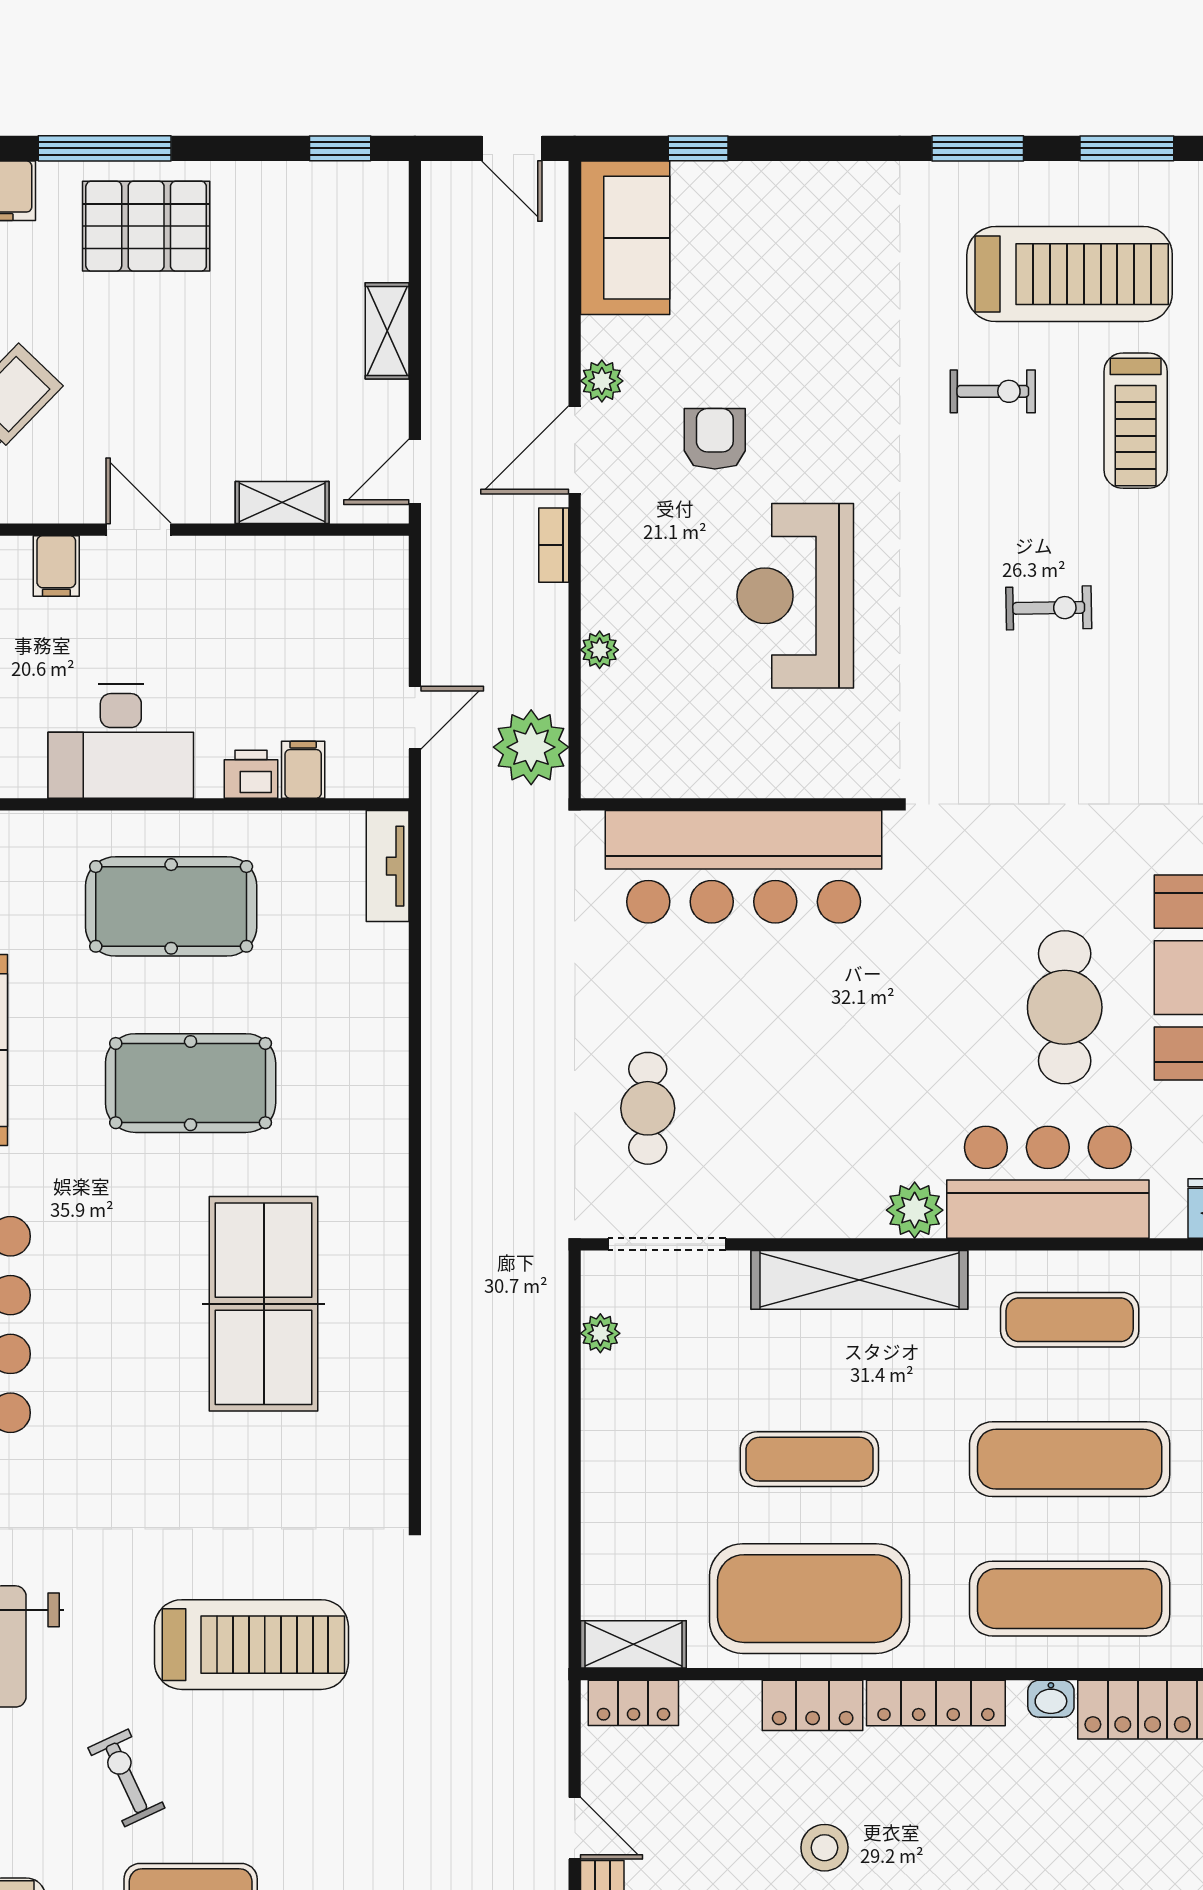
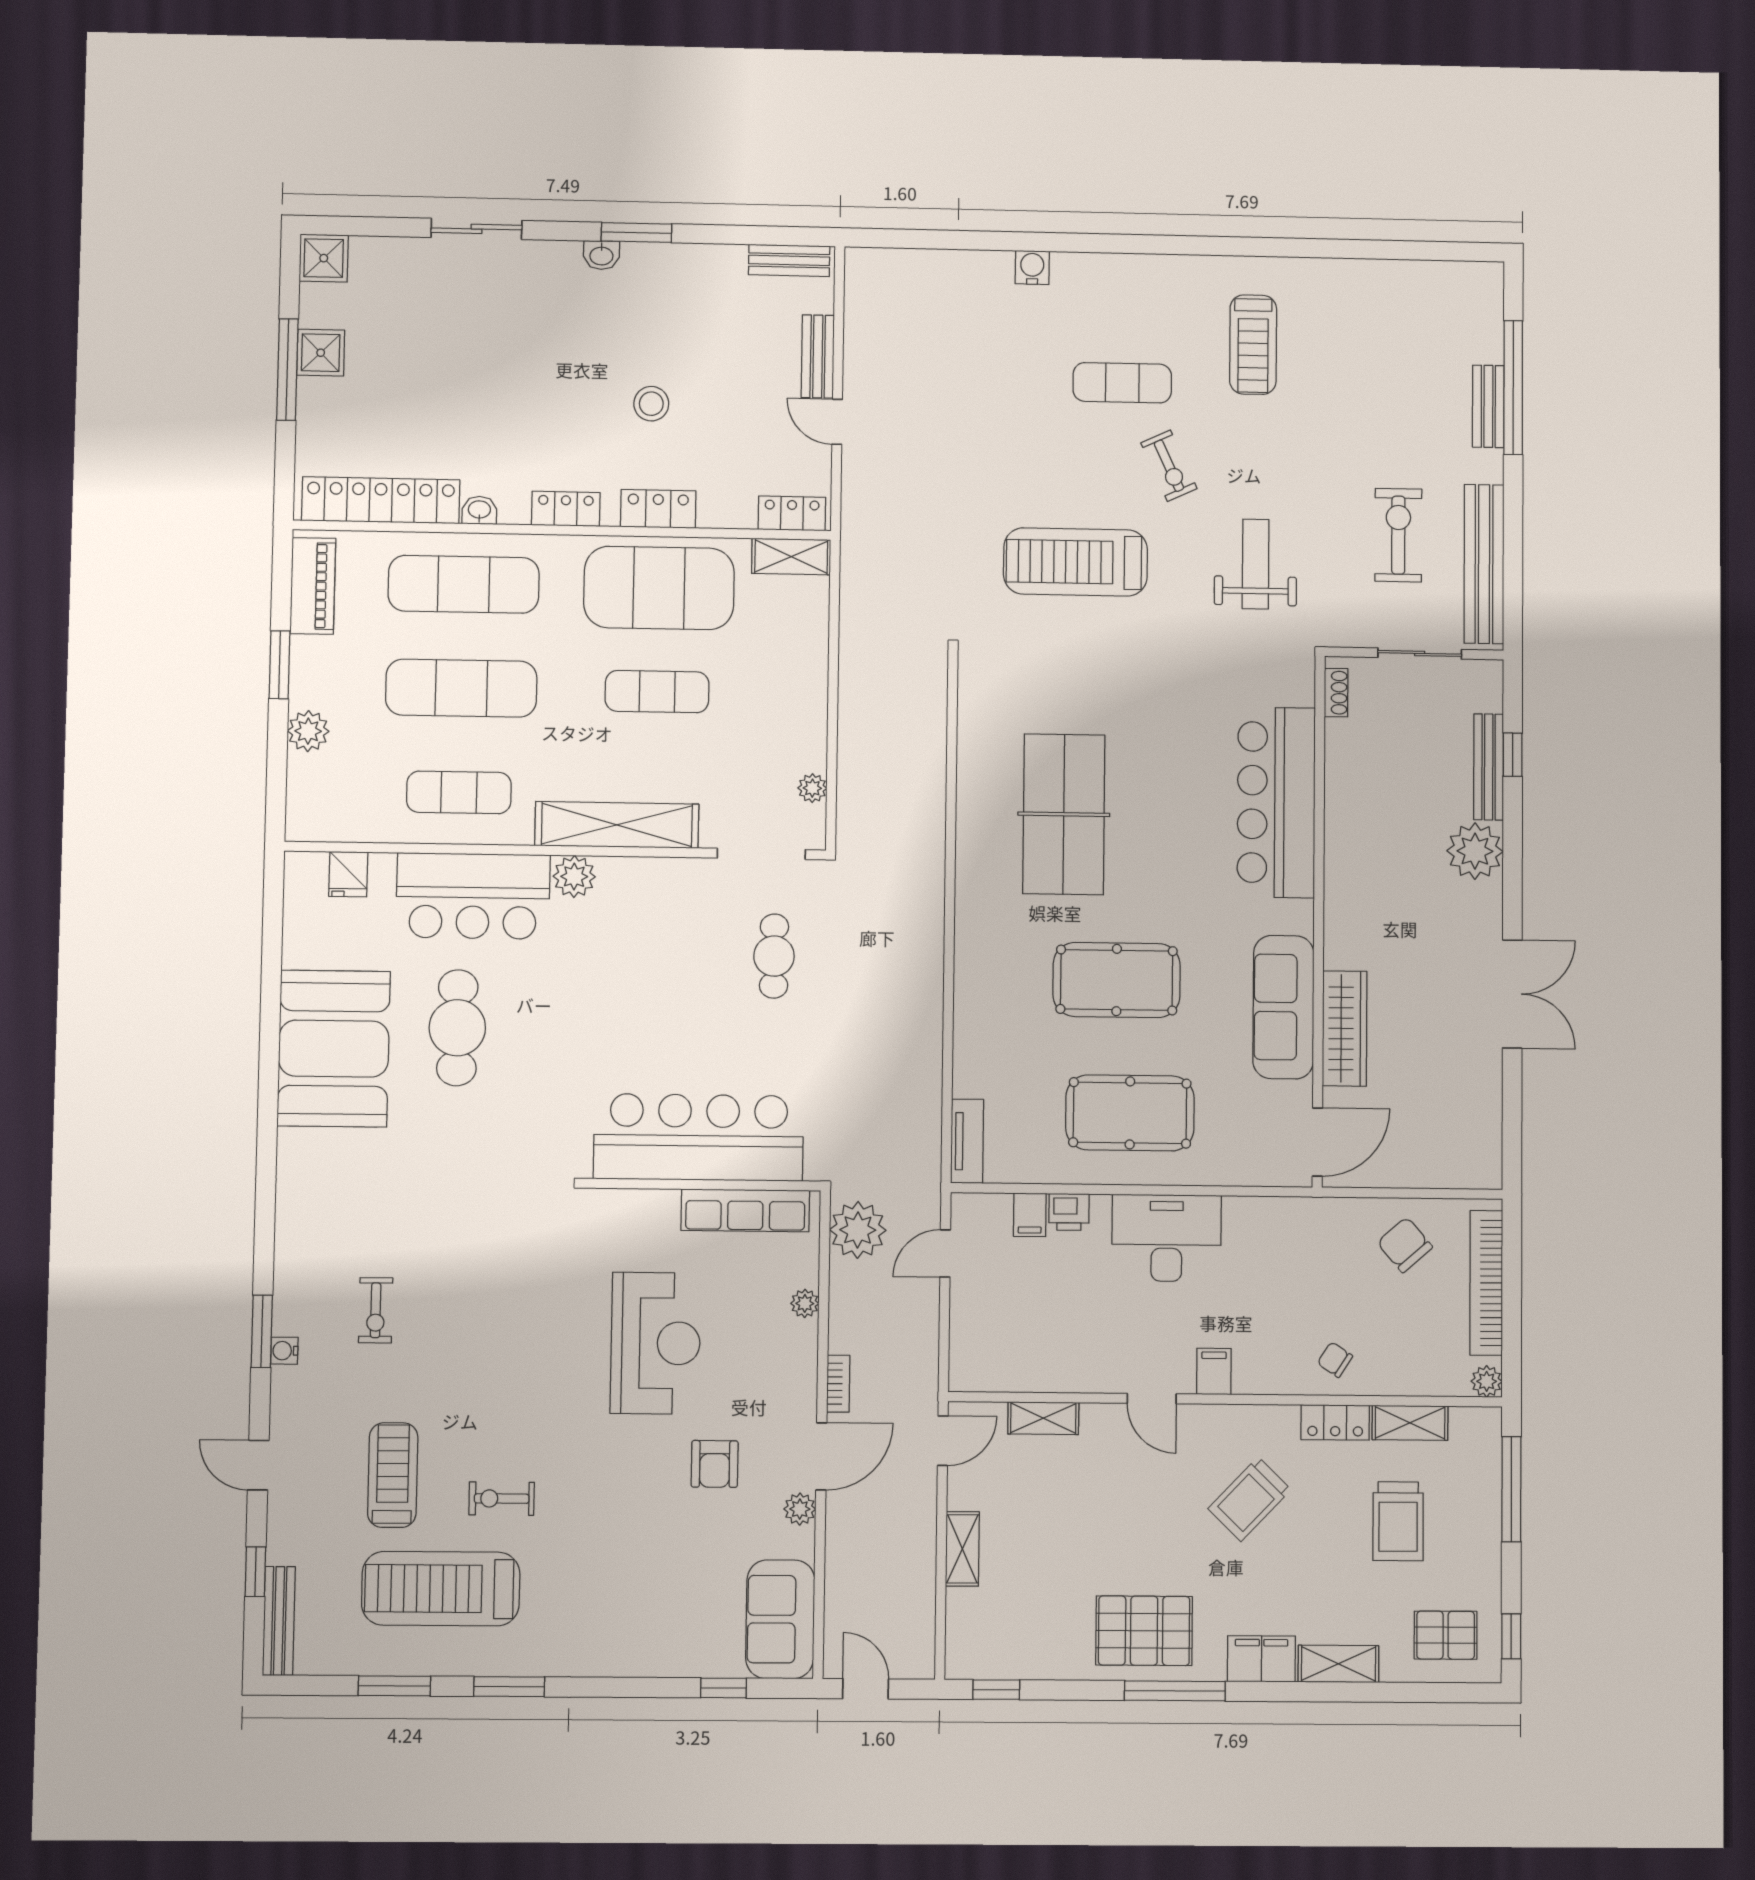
exercise bike: (1049, 608) -> (376, 1310), moved, turned -89
row of seats: (680, 771) -> (745, 1210), added
locker: (936, 1703) -> (566, 509), width x0.66

